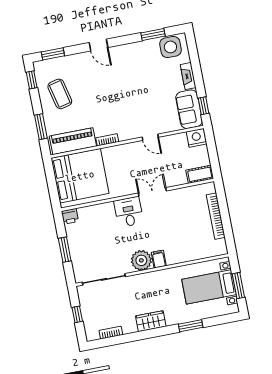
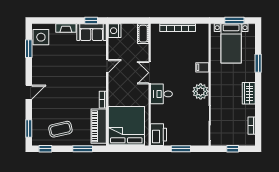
printer: (70, 216) -> (159, 135), width x1.87, depth x1.48
filing cabinet: (159, 259) -> (202, 67), moved

